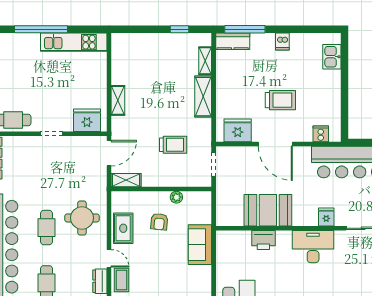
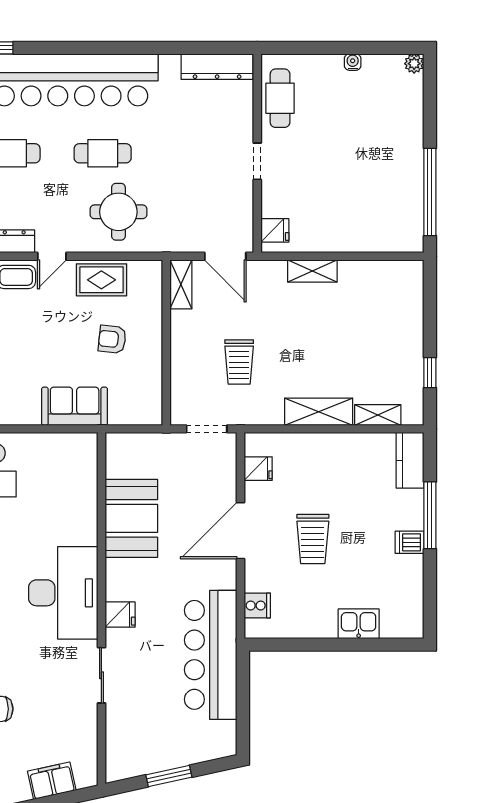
window: (41, 29) -> (430, 192), moved
window: (245, 29) -> (430, 515), moved
kitchen unit: (74, 42) -> (408, 198), removed
kitchen sink: (332, 57) -> (359, 624), moved
fridge: (87, 120) -> (275, 230), width x0.53, depth x0.75
fridge: (238, 130) -> (258, 469), width x0.53, depth x0.75
plant: (176, 197) -> (153, 368), removed
printer: (263, 240) -> (82, 511), removed
desk: (313, 247) -> (63, 593), width x1.36, depth x1.30

